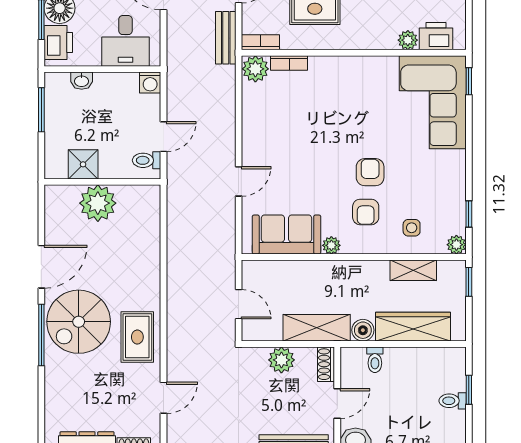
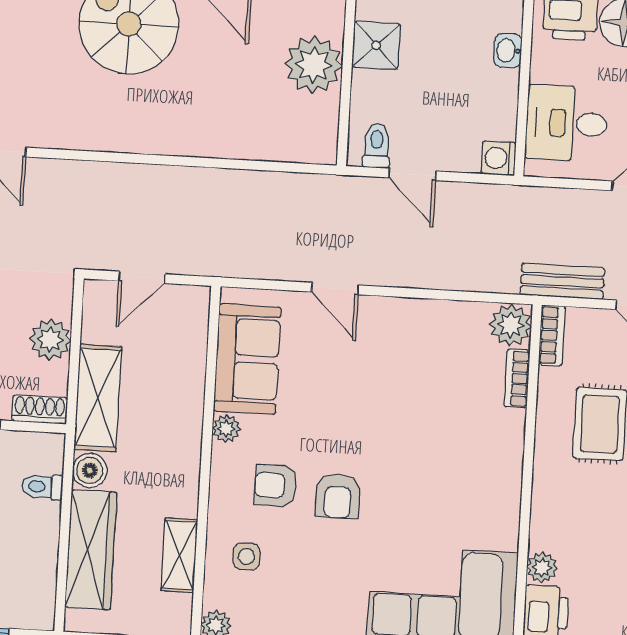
armchair: (370, 172) -> (338, 496), turned 90
rug: (137, 337) -> (100, 115), removed

